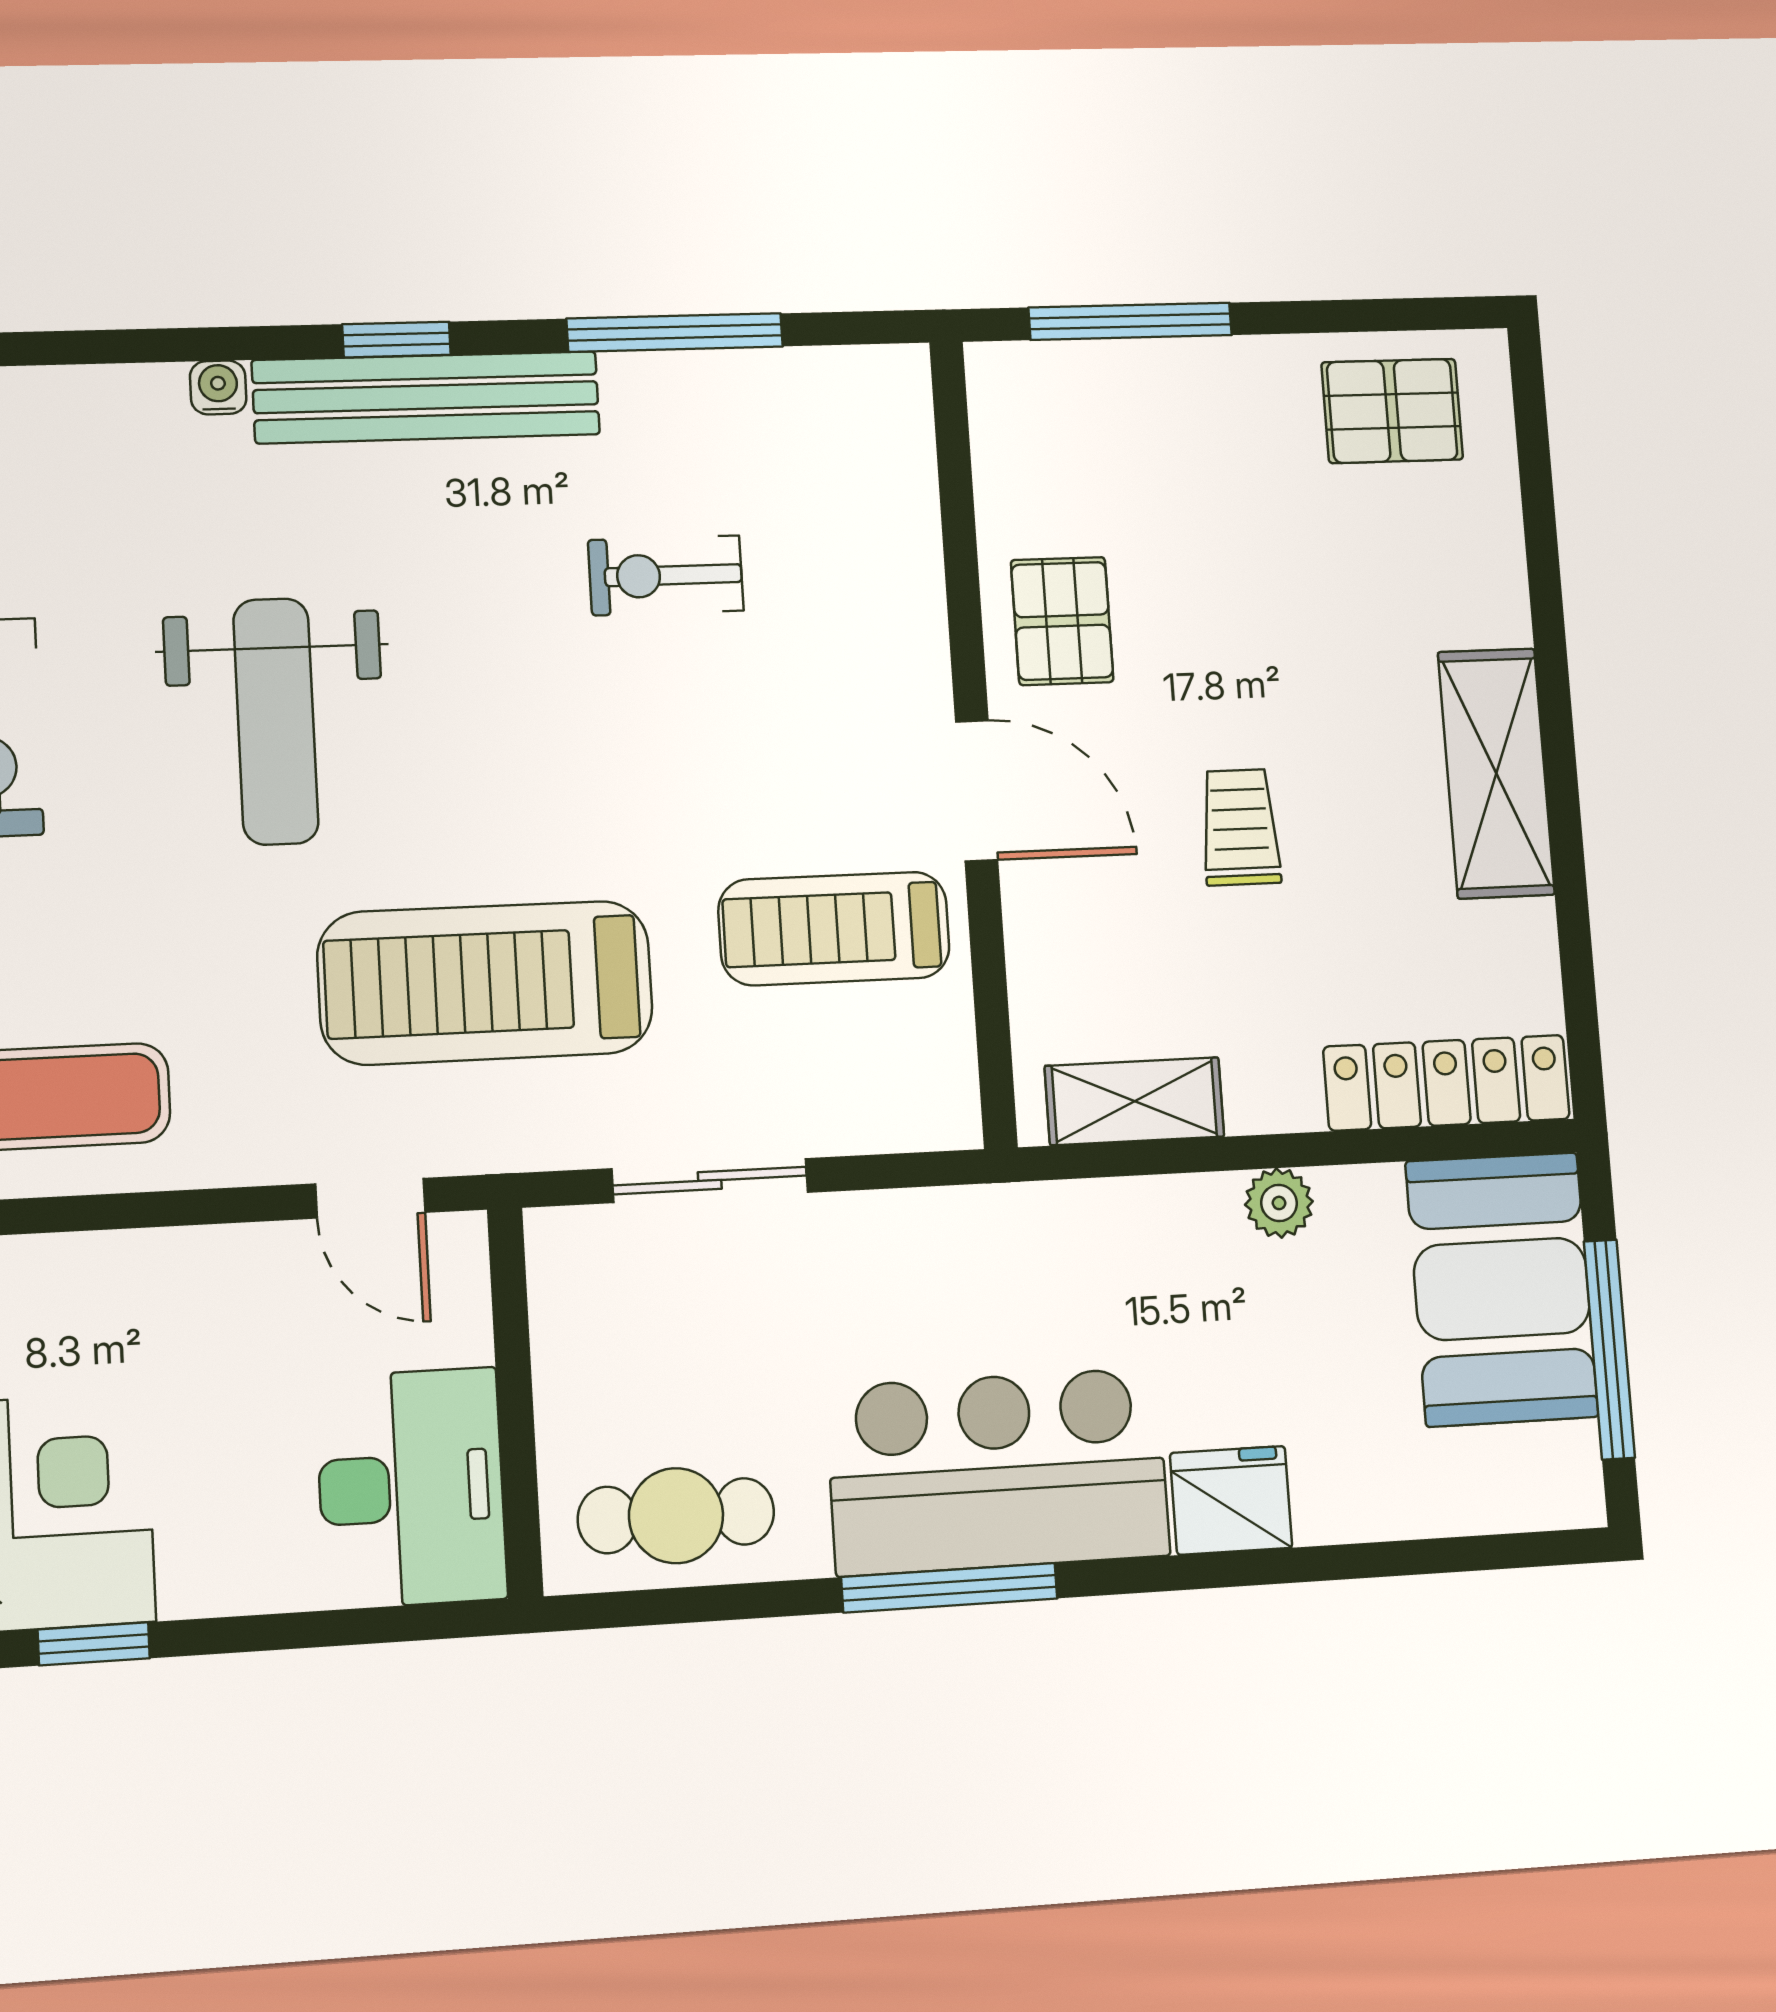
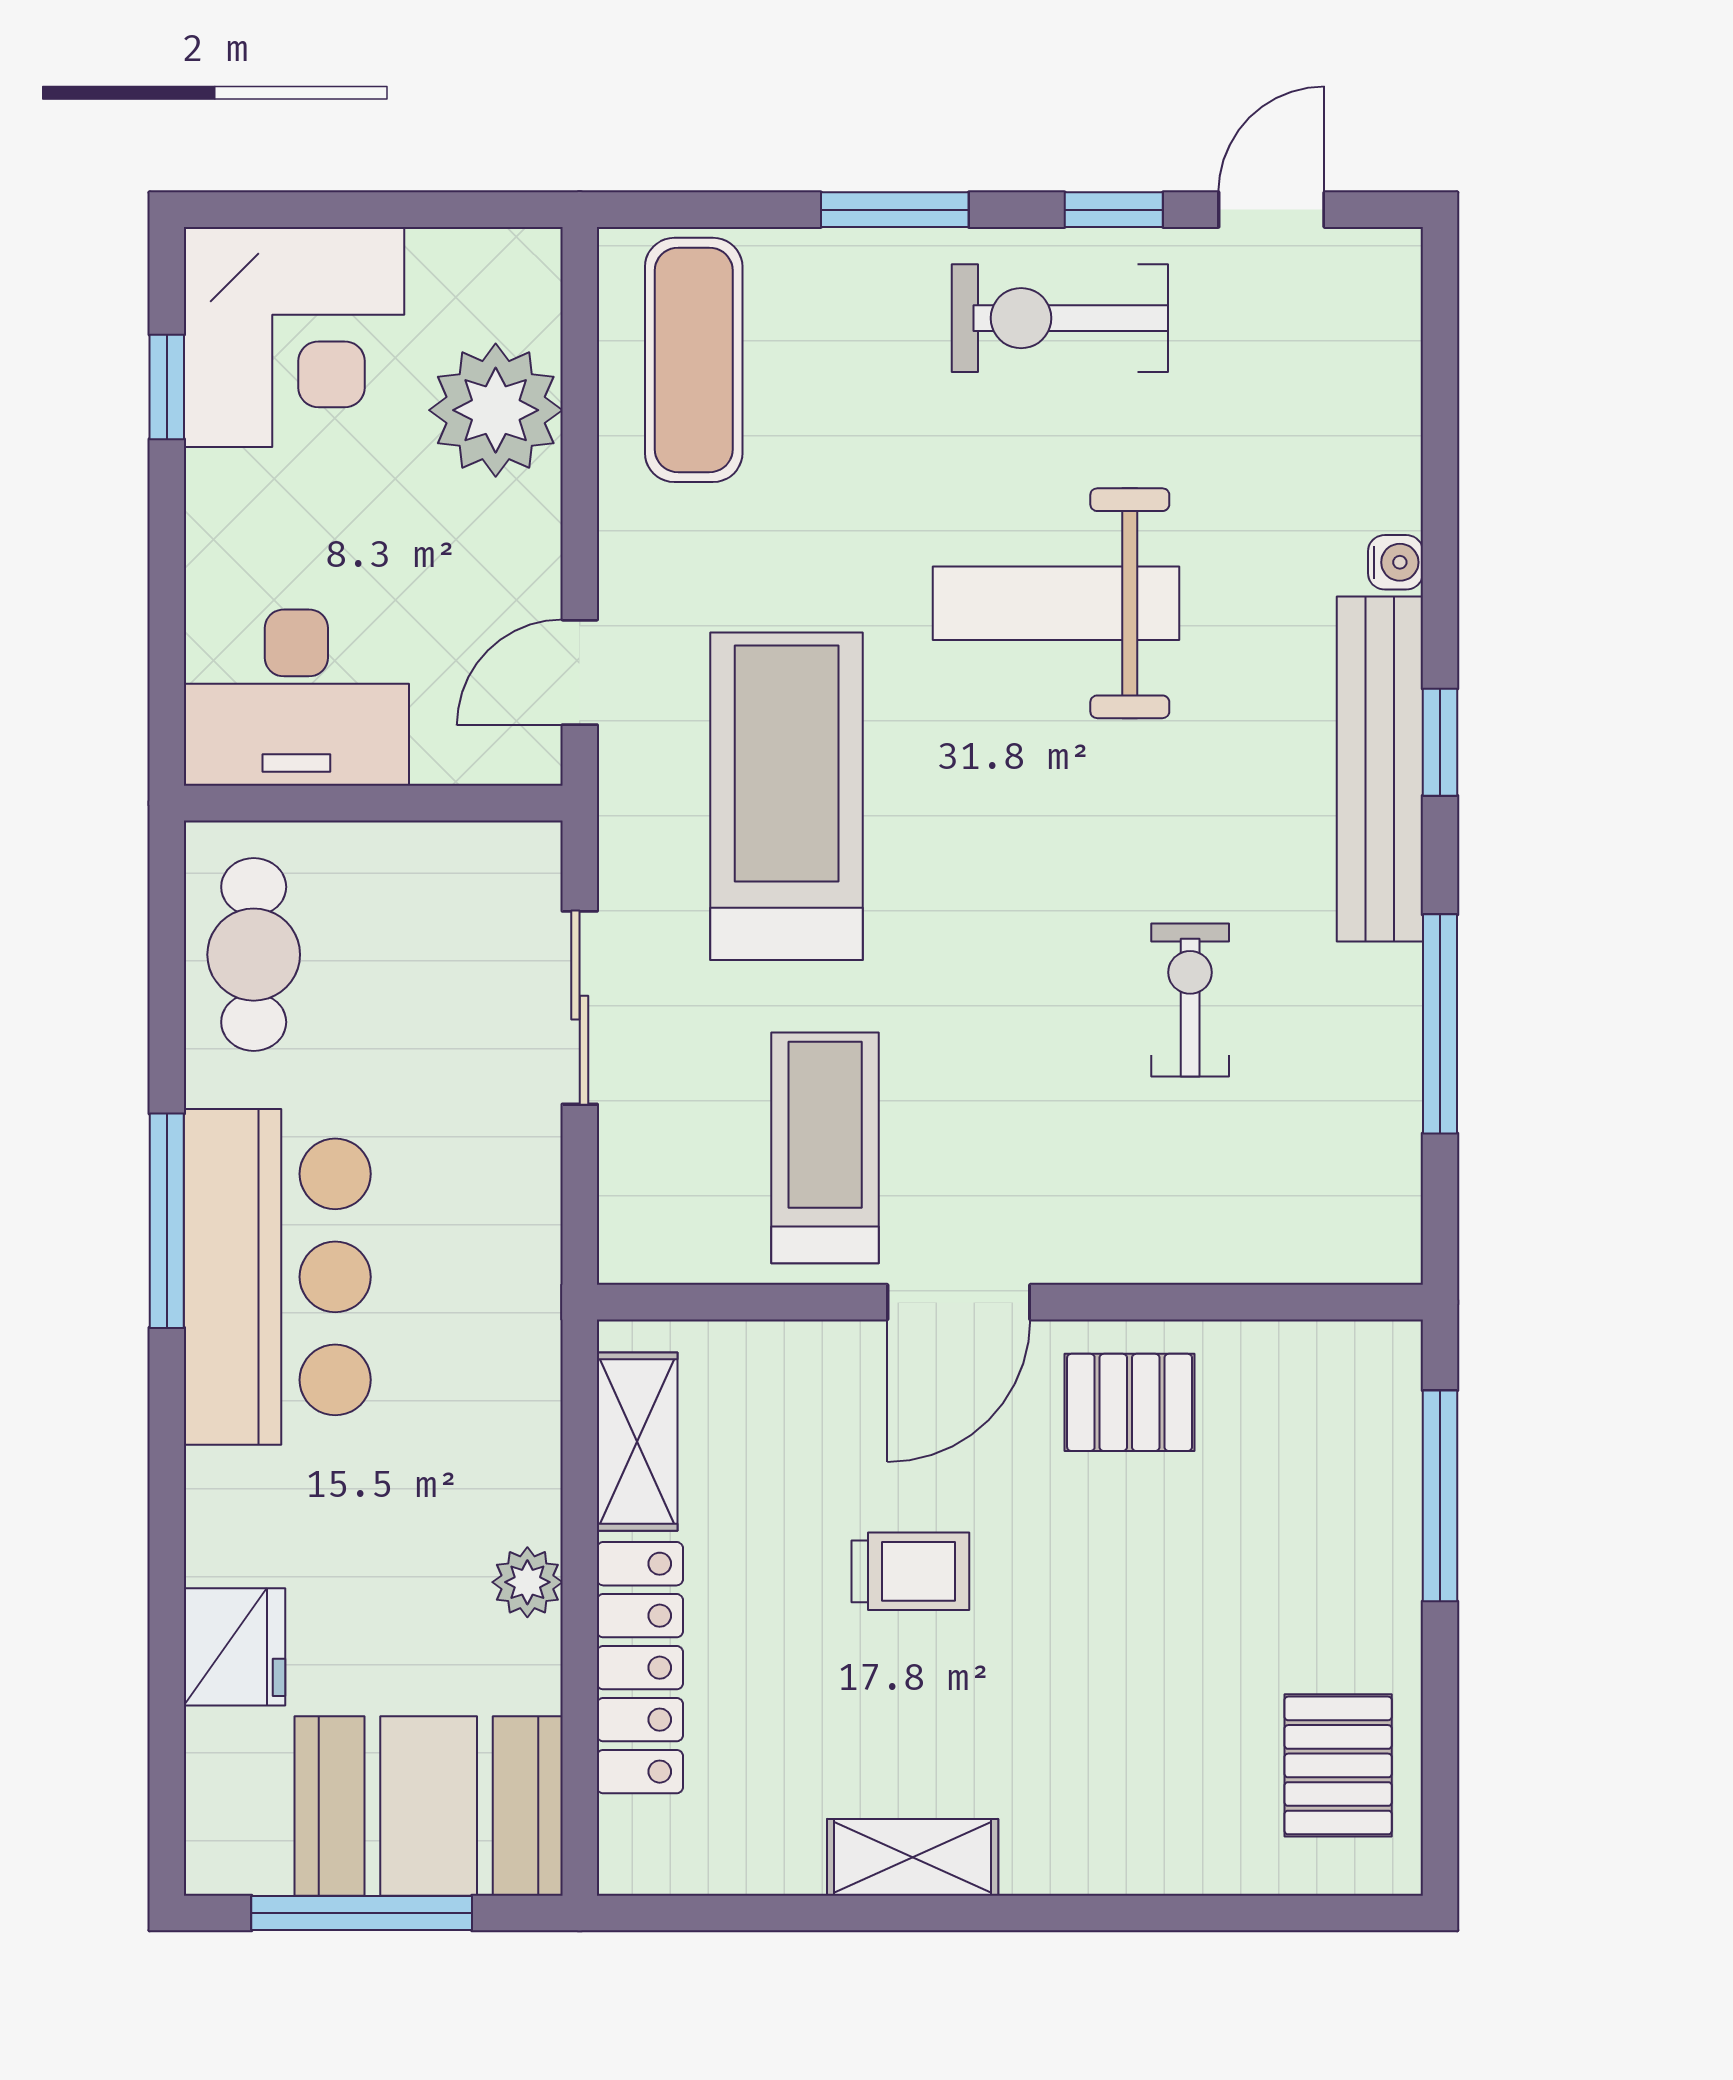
shelving: (1496, 773) -> (913, 1857), width x0.67, depth x0.75
locker: (1447, 1083) -> (640, 1668), moved
plant: (103, 1299) -> (496, 410), added
fridge: (1231, 1500) -> (235, 1647), moved

